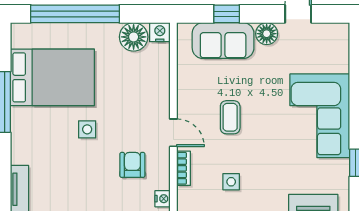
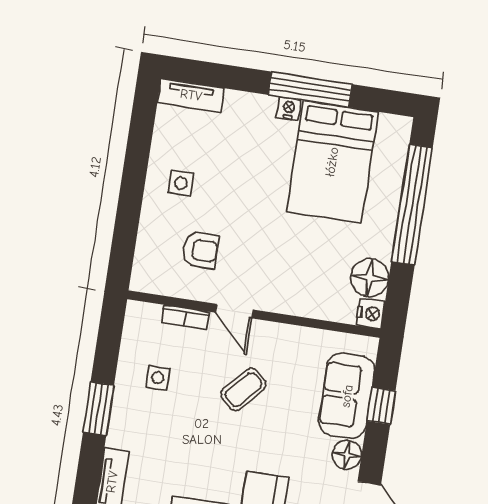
coffee table: (230, 117) -> (243, 389), turned -48
side table: (87, 129) -> (181, 183), moved
door: (173, 133) -> (234, 311), hinge flipped
nightstand: (163, 199) -> (289, 108), moved, turned 180

